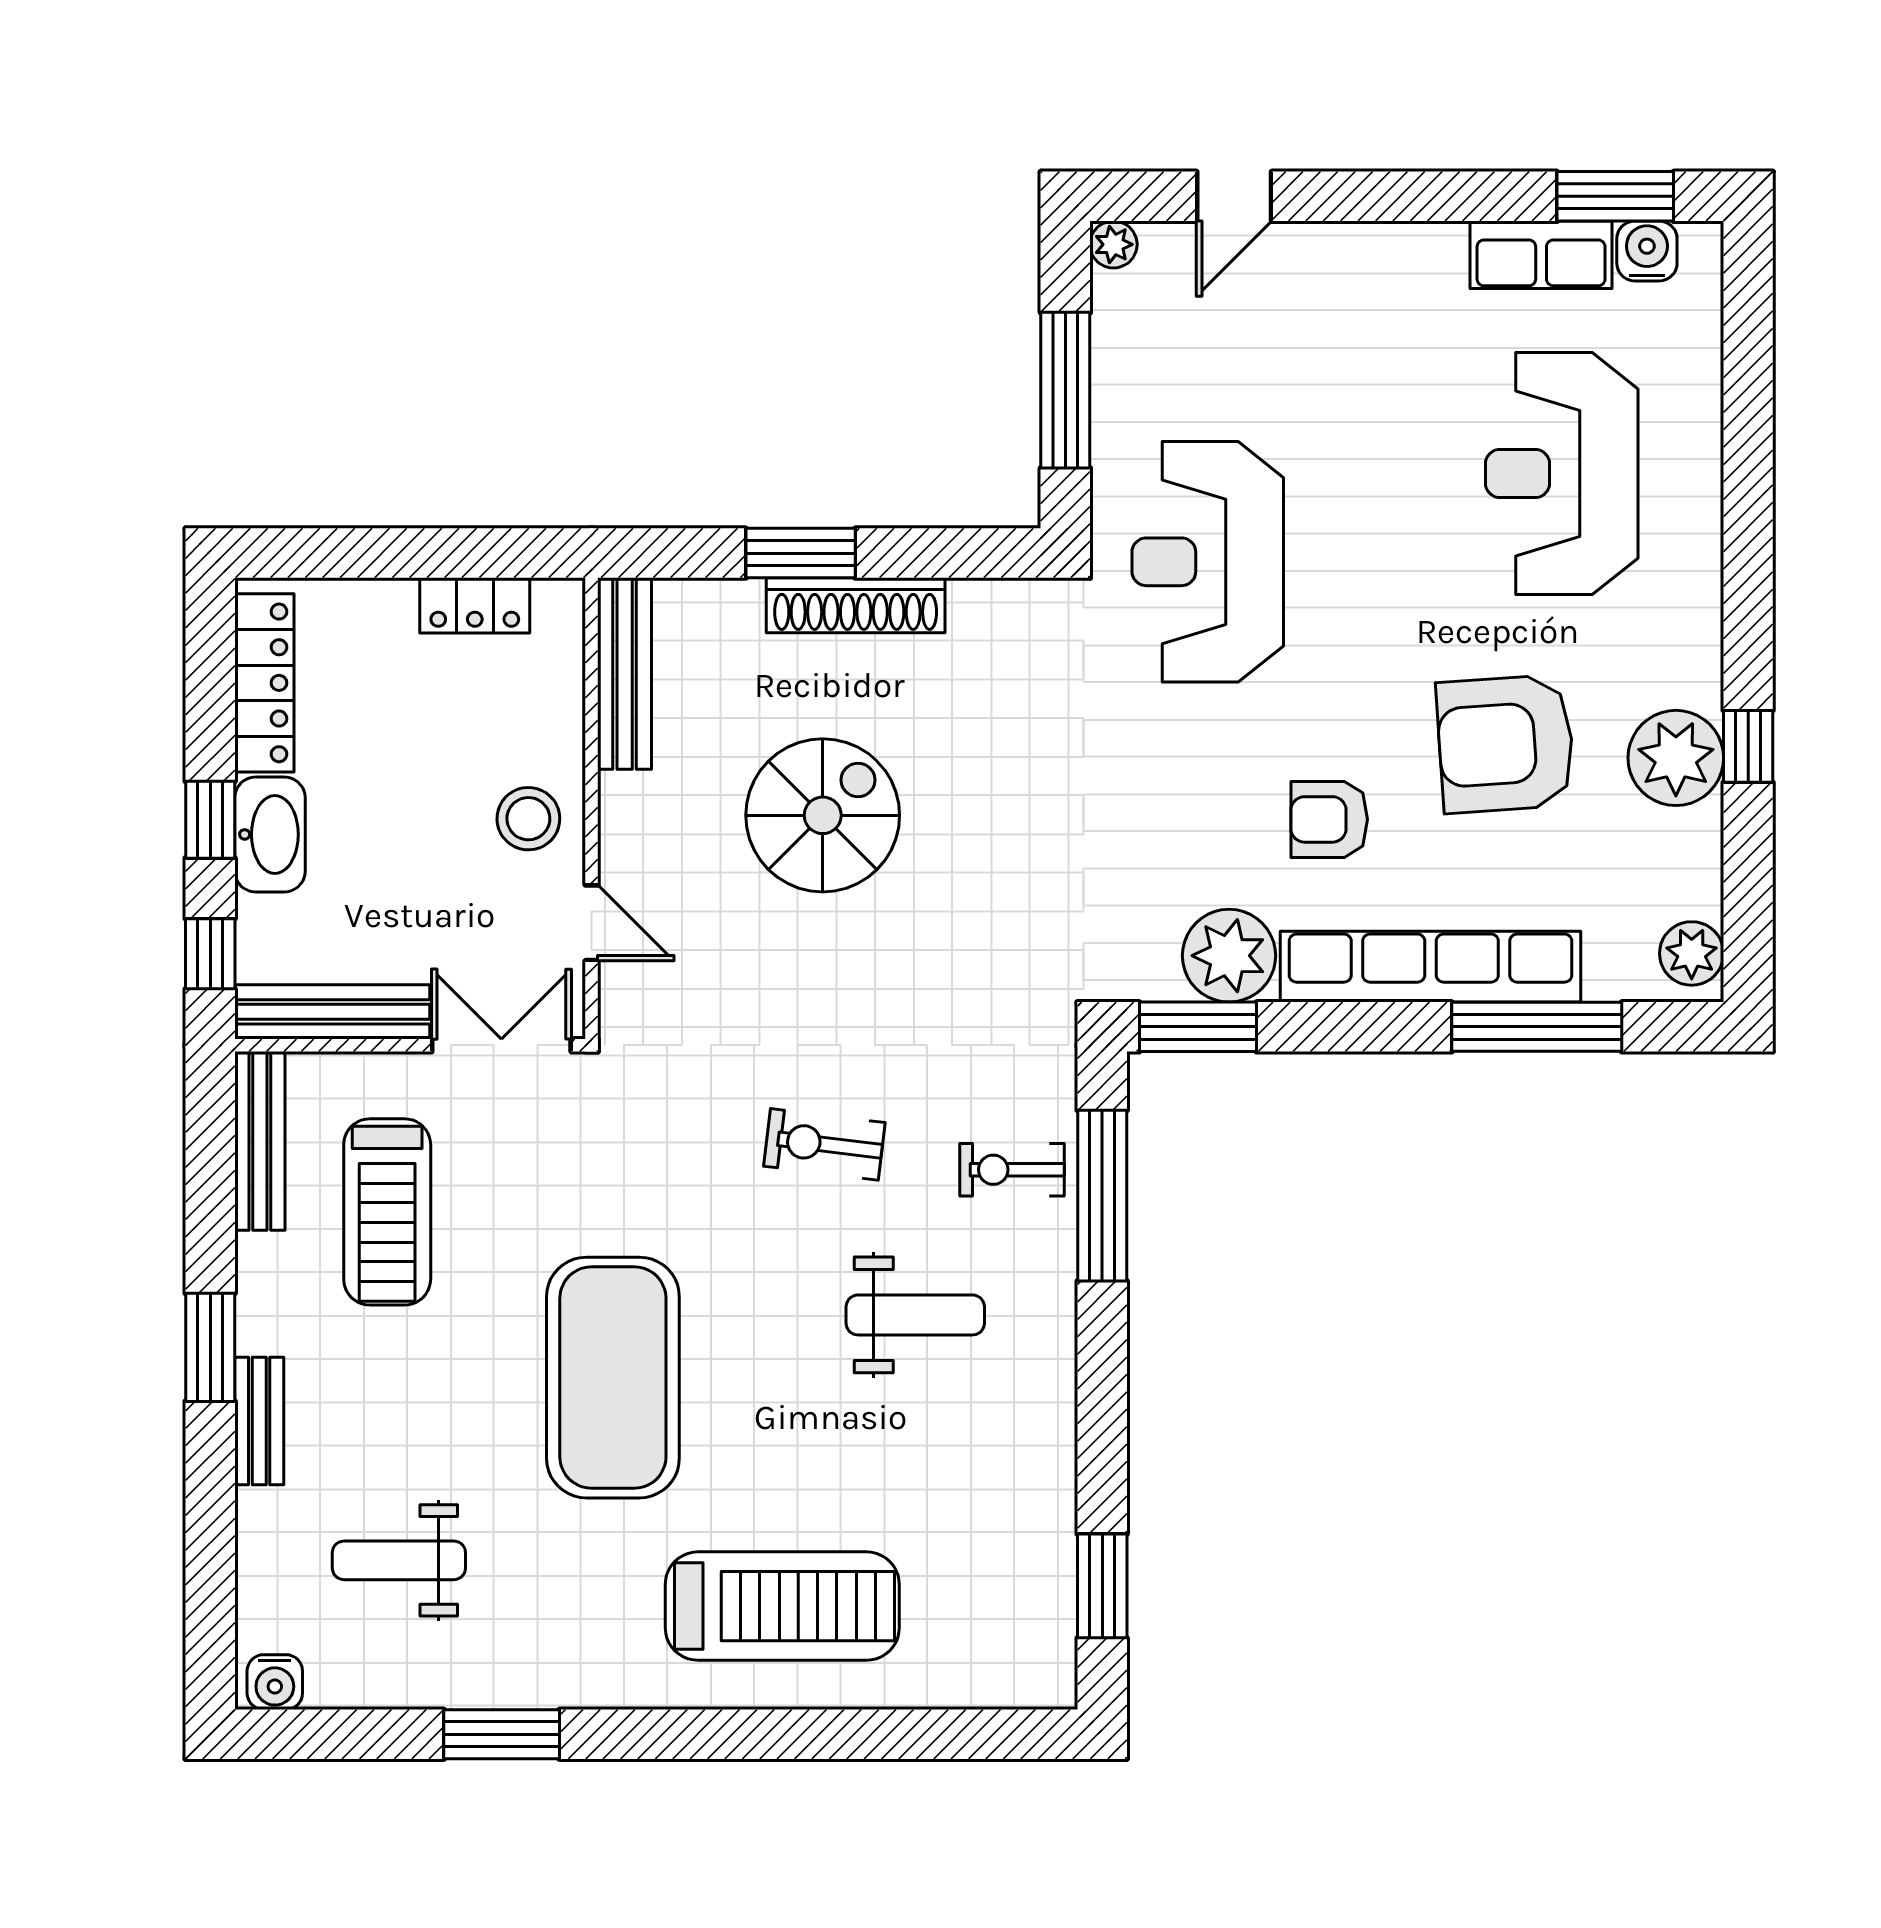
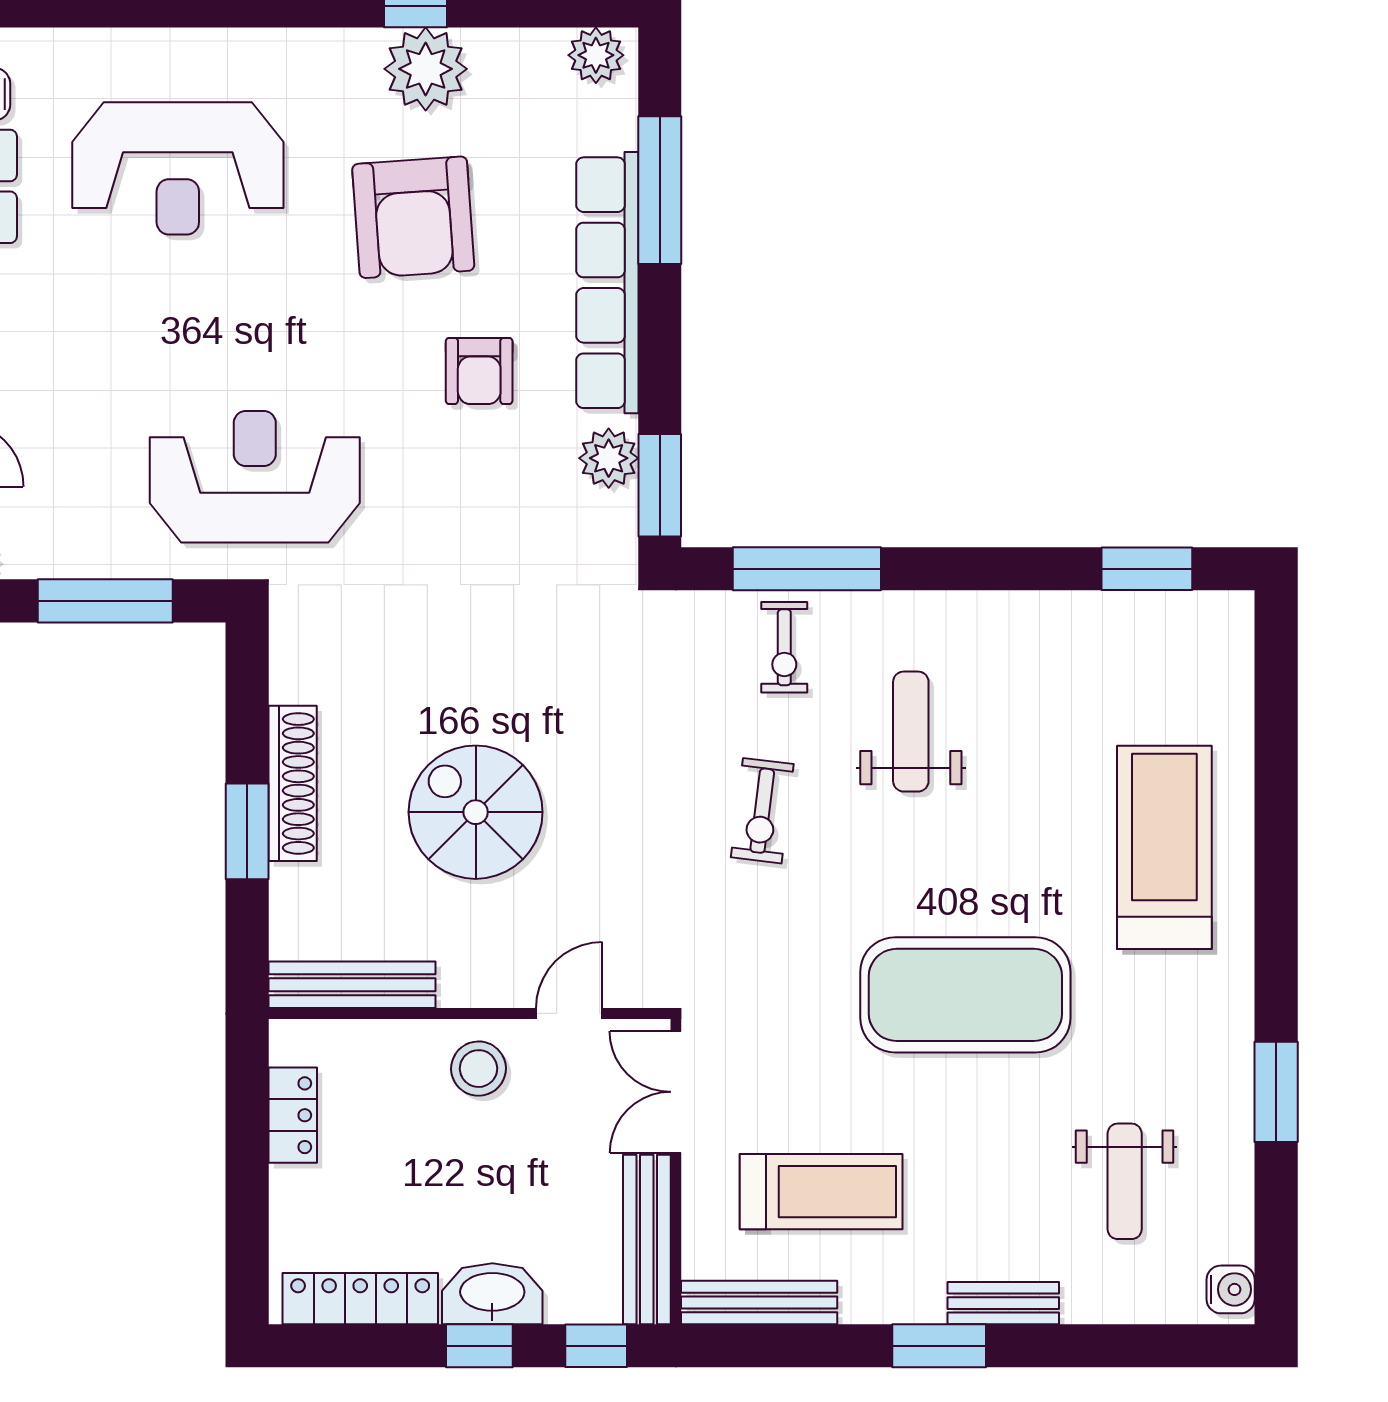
reception desk: (1208, 562) -> (255, 477), turned 180
plant: (1229, 956) -> (609, 458), width x0.73, depth x0.73

